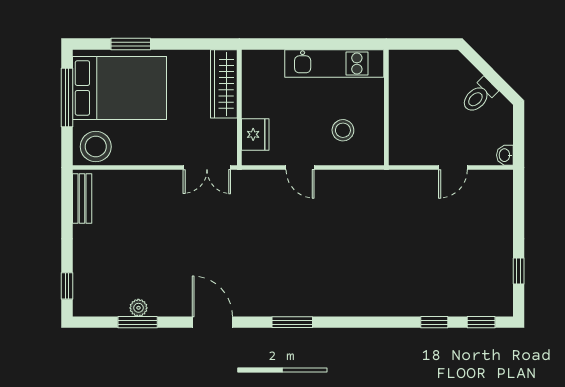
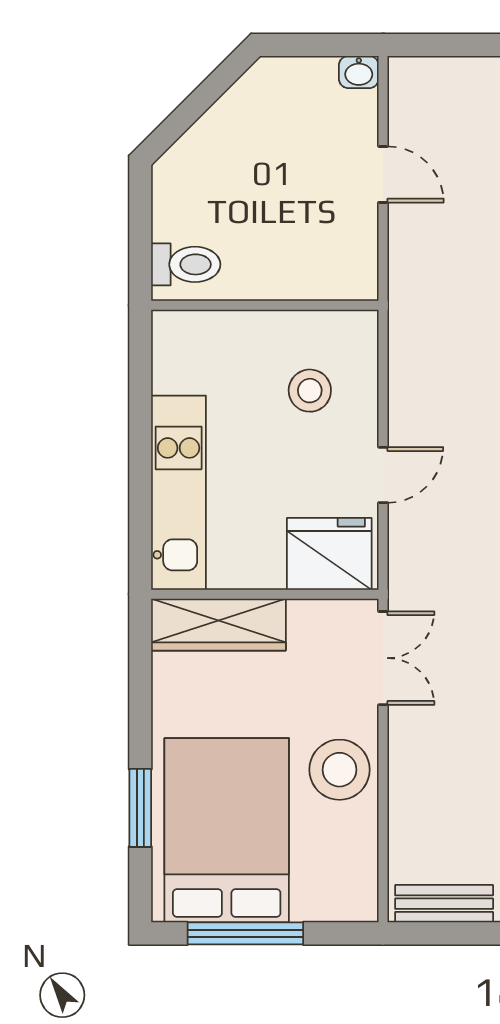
kitchen unit: (334, 64) -> (179, 493), moved
toilet: (479, 96) -> (186, 264), moved, turned -45
fridge: (255, 134) -> (329, 554), width x1.36, depth x1.34
stool: (96, 147) -> (340, 770), moved

